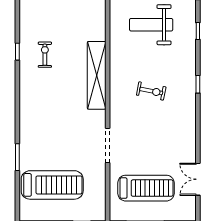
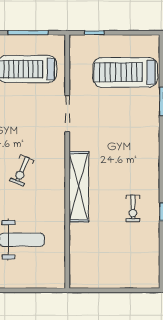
exercise bike: (151, 91) -> (22, 170), turned -78

